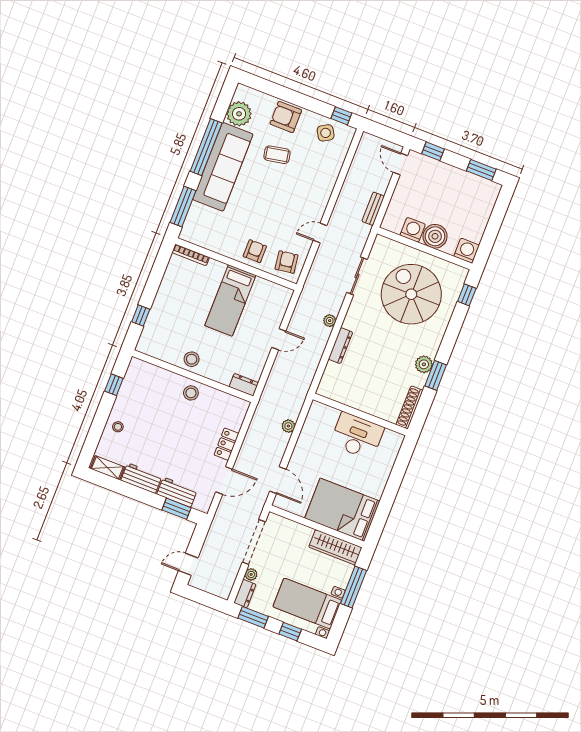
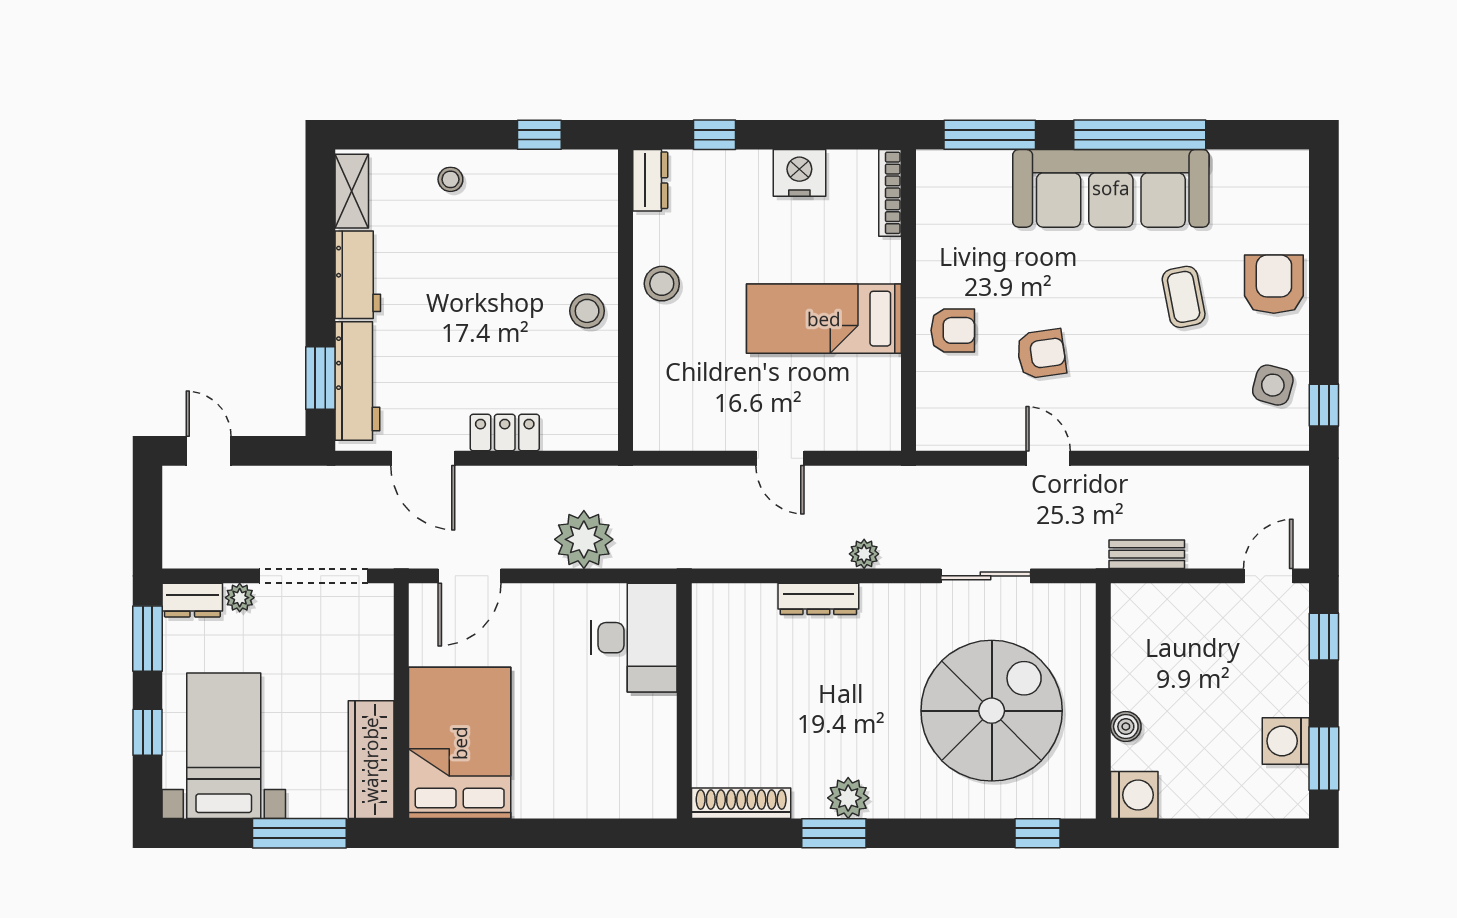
plant: (239, 114) -> (1241, 179), removed
side table: (326, 133) -> (1273, 385), turned 45
washing machine: (413, 230) -> (1286, 741), moved, turned 180
boiler: (435, 236) -> (1126, 726), width x0.54, depth x0.54
armchair: (287, 262) -> (1041, 354), moved
nightstand: (169, 288) -> (799, 173), added
dresser: (244, 385) -> (650, 180), moved
plant: (288, 426) -> (584, 539), width x1.87, depth x1.87
desk: (357, 436) -> (634, 638), moved
workbench: (177, 492) -> (357, 381), width x1.37

